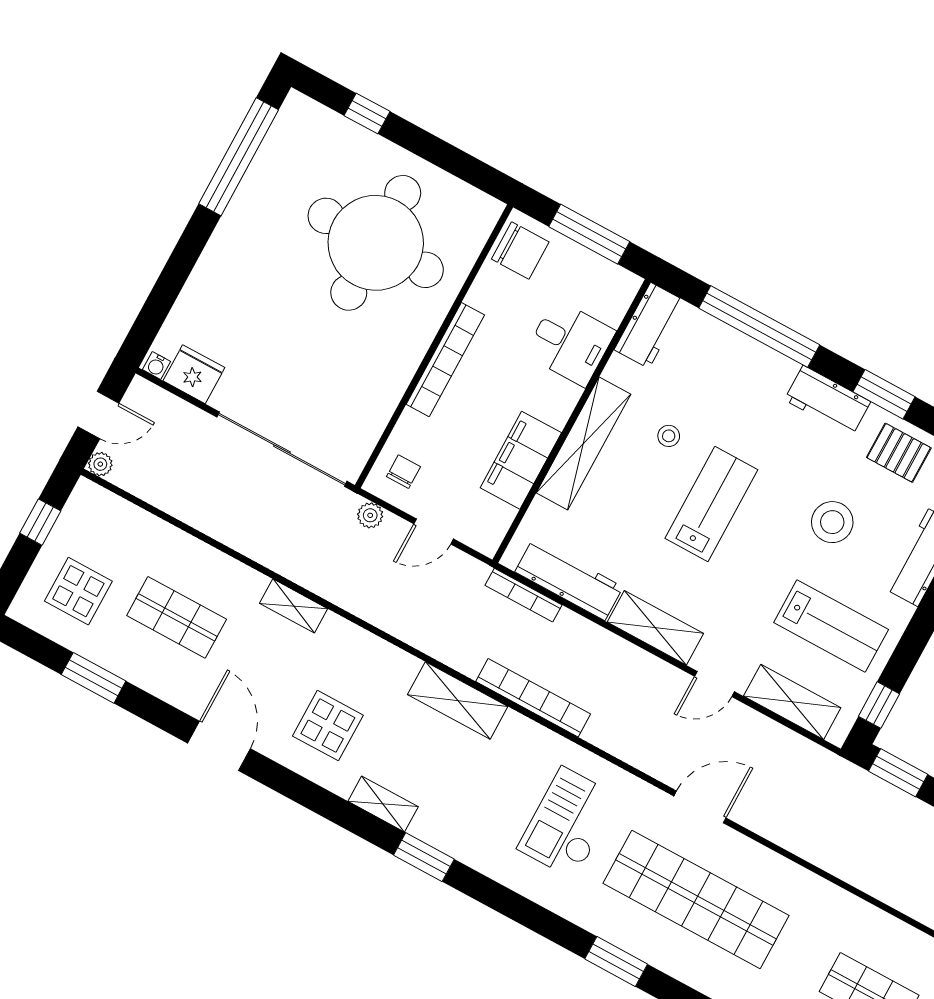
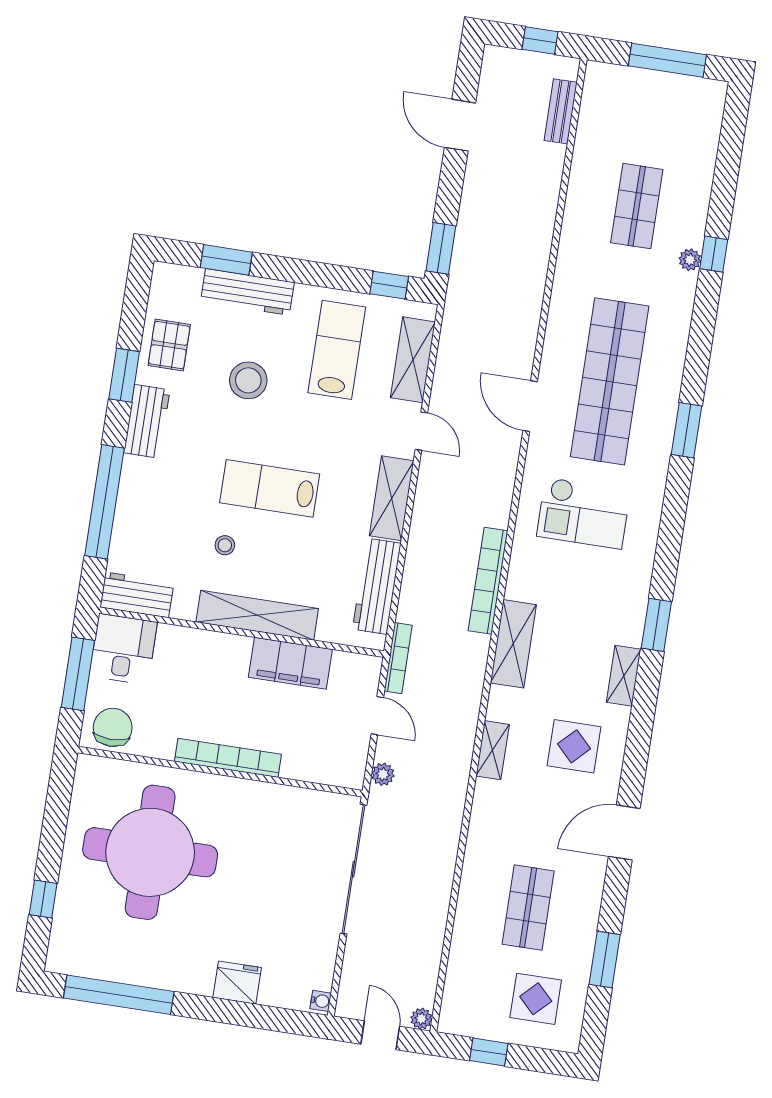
desk: (570, 343) -> (123, 649), moved
fridge: (194, 374) -> (237, 983), moved, turned 90
chair: (403, 472) -> (336, 759), removed
bookcase: (523, 595) -> (398, 658), moved
shelving: (294, 606) -> (493, 750), moved

